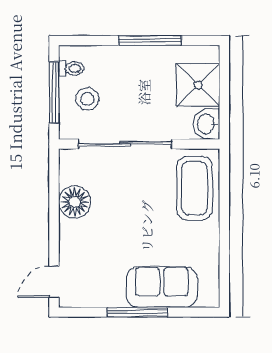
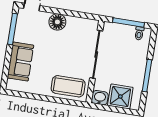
stool: (87, 99) -> (122, 39), removed
floor lamp: (75, 202) -> (57, 22), moved
window: (137, 312) -> (13, 29), moved

